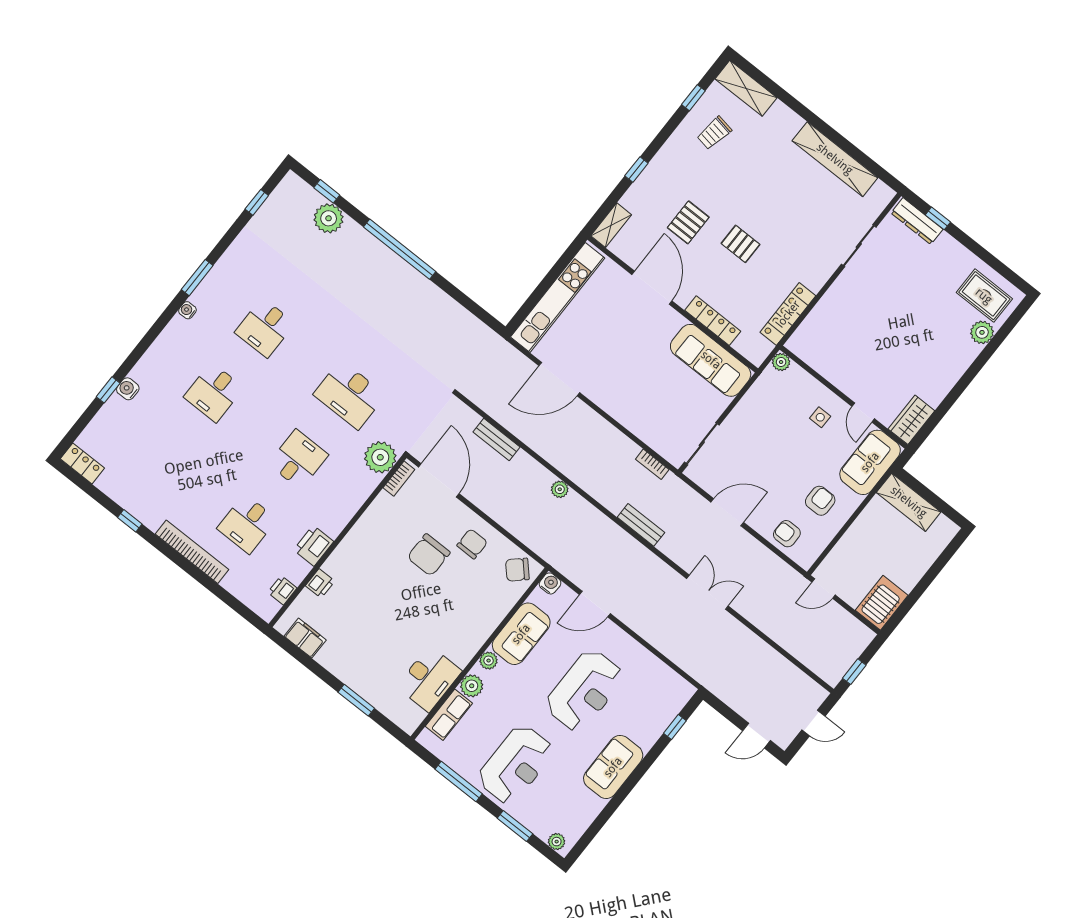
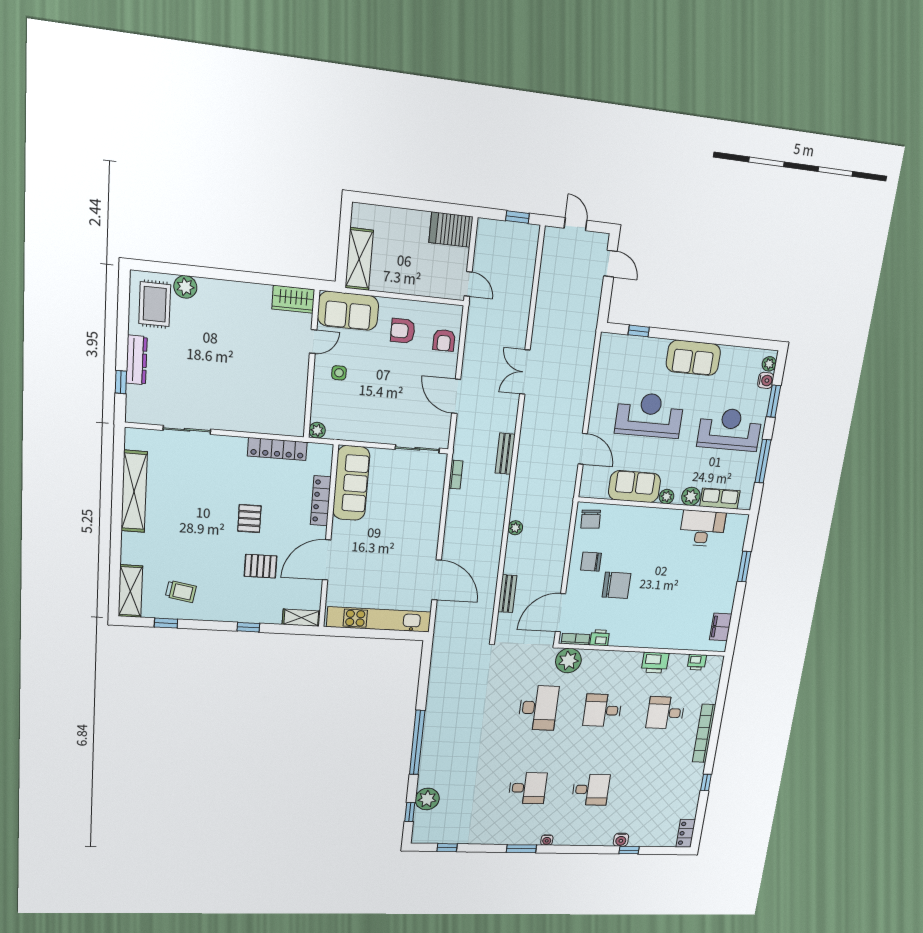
dresser: (917, 221) -> (136, 360), moved
desk: (247, 524) -> (665, 713), turned 180
chair: (517, 570) -> (591, 519), turned 40
printer: (320, 583) -> (600, 638), moved
water cooler: (550, 583) -> (766, 380), moved, turned 180

